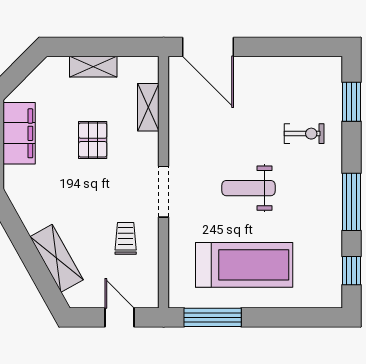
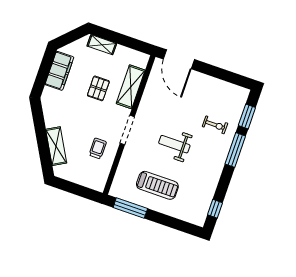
shelving: (93, 67) -> (102, 45), moved
shelving: (148, 107) -> (131, 87), width x1.50, depth x1.33
window: (351, 202) -> (235, 150), moved
treadmill: (244, 265) -> (157, 185), width x0.73, depth x0.73
door: (120, 317) -> (79, 190), removed

